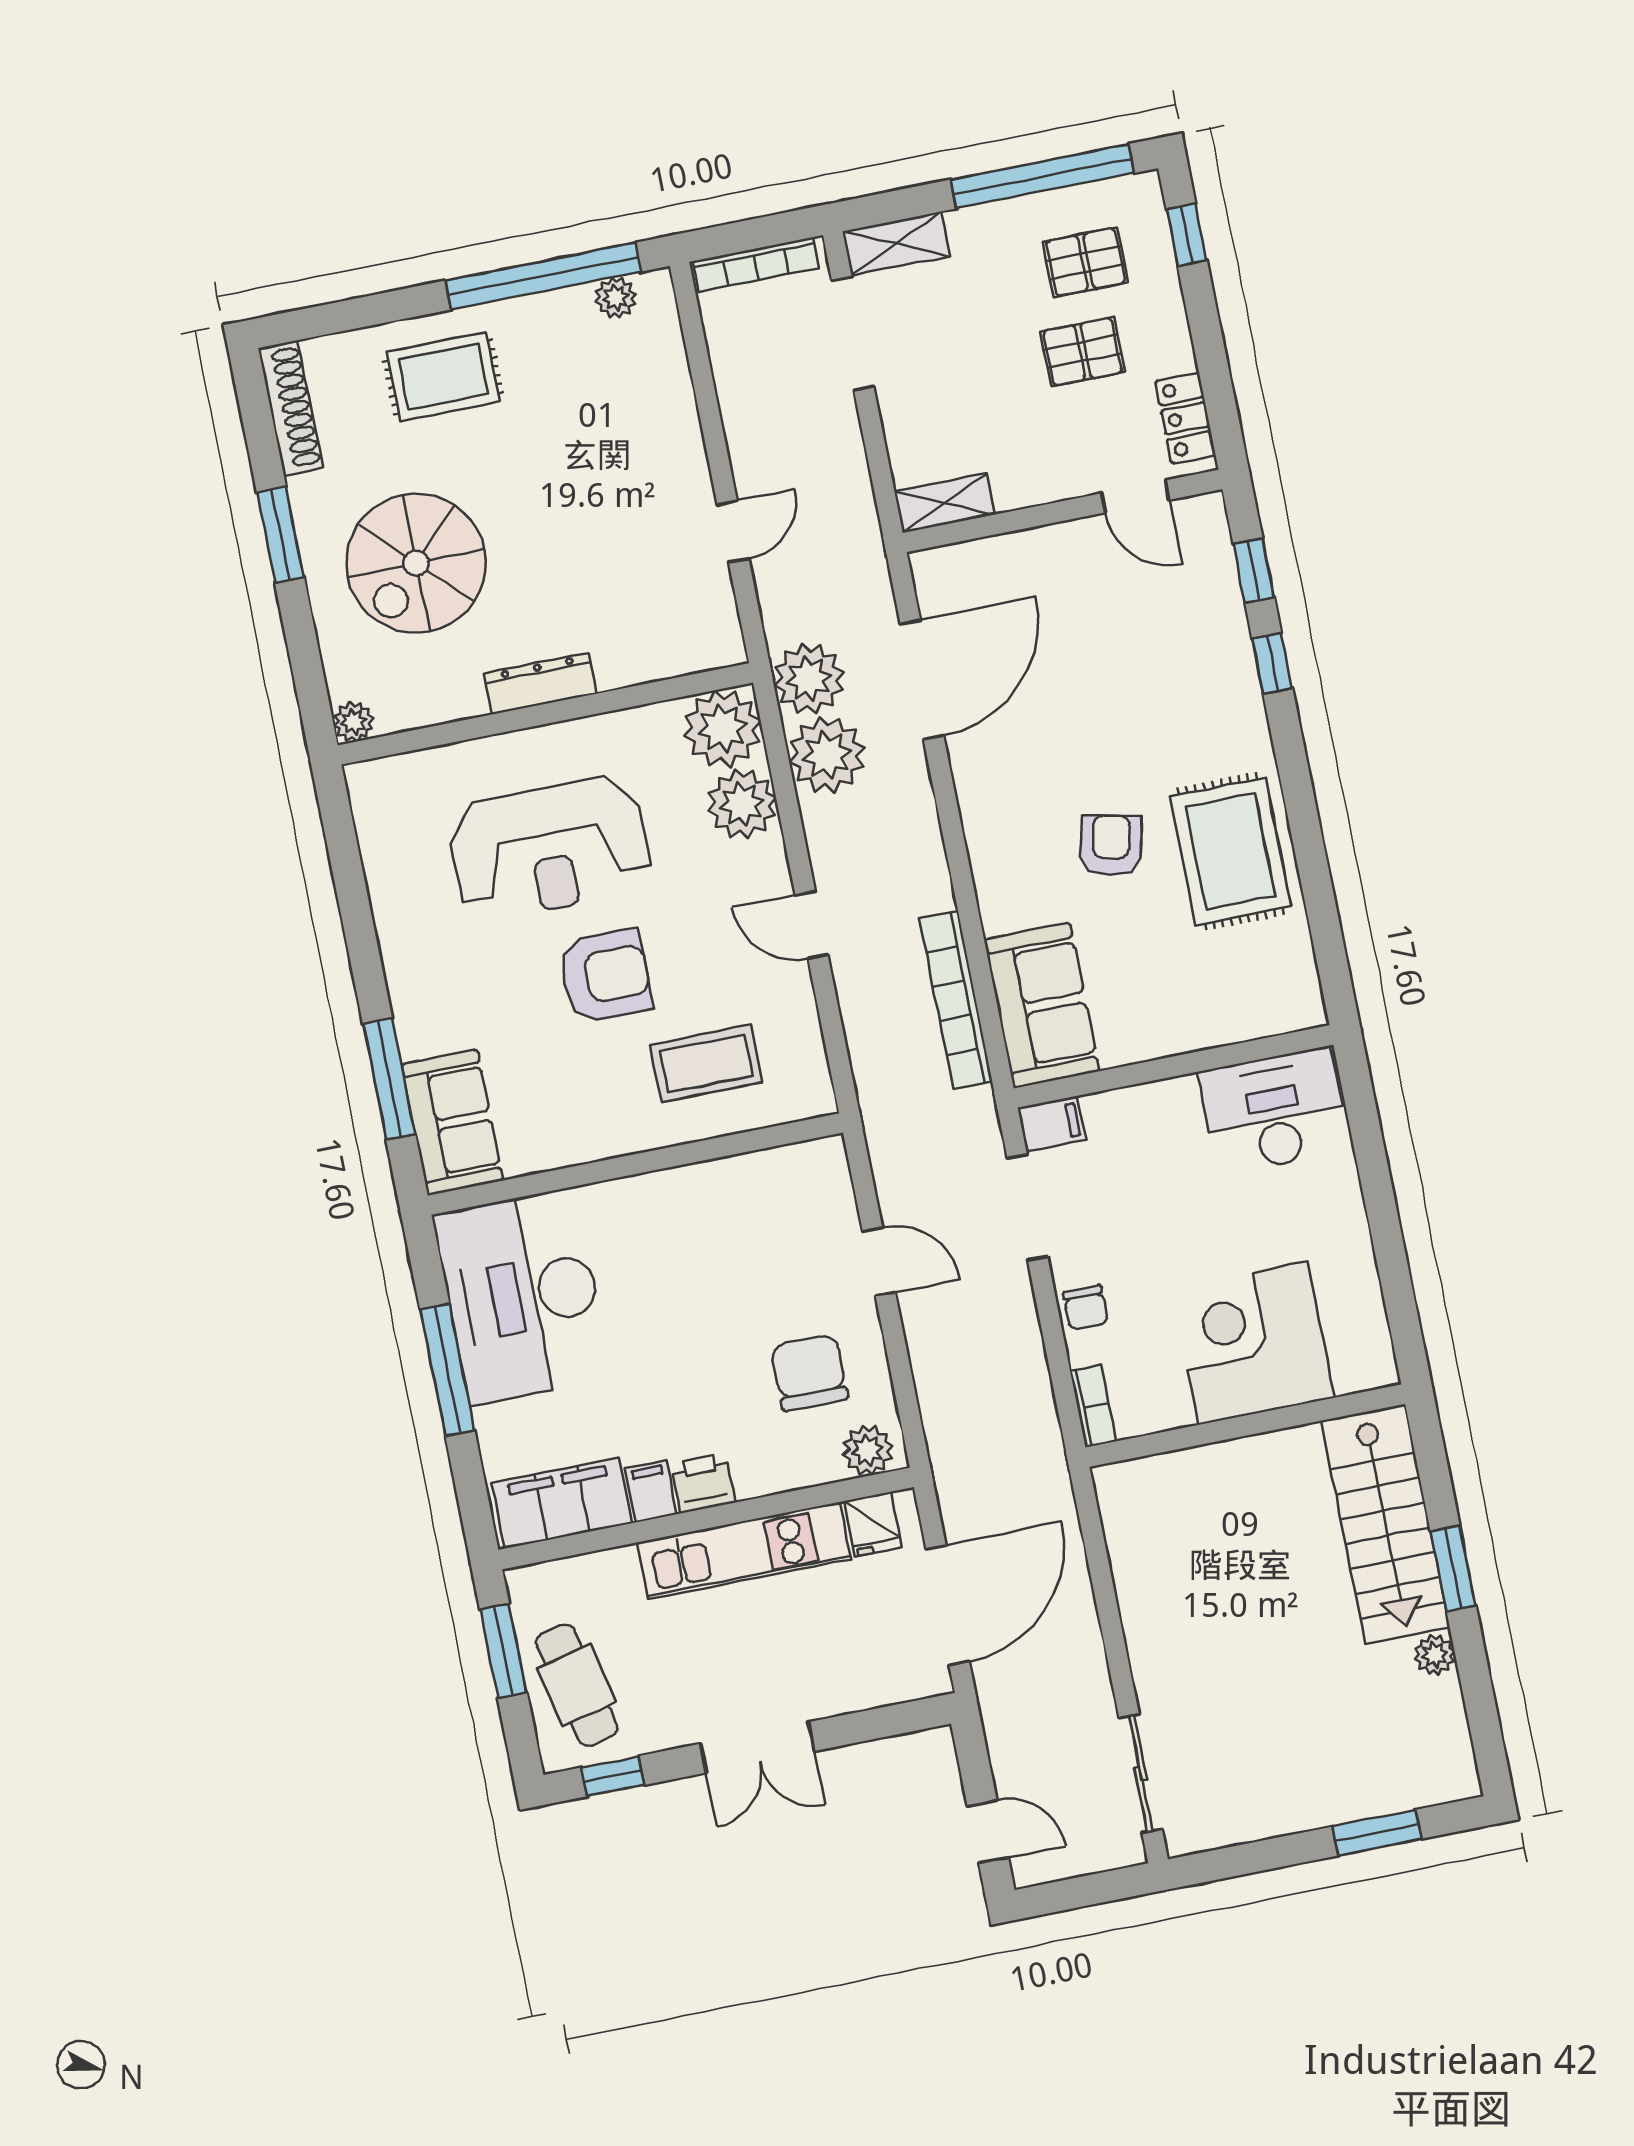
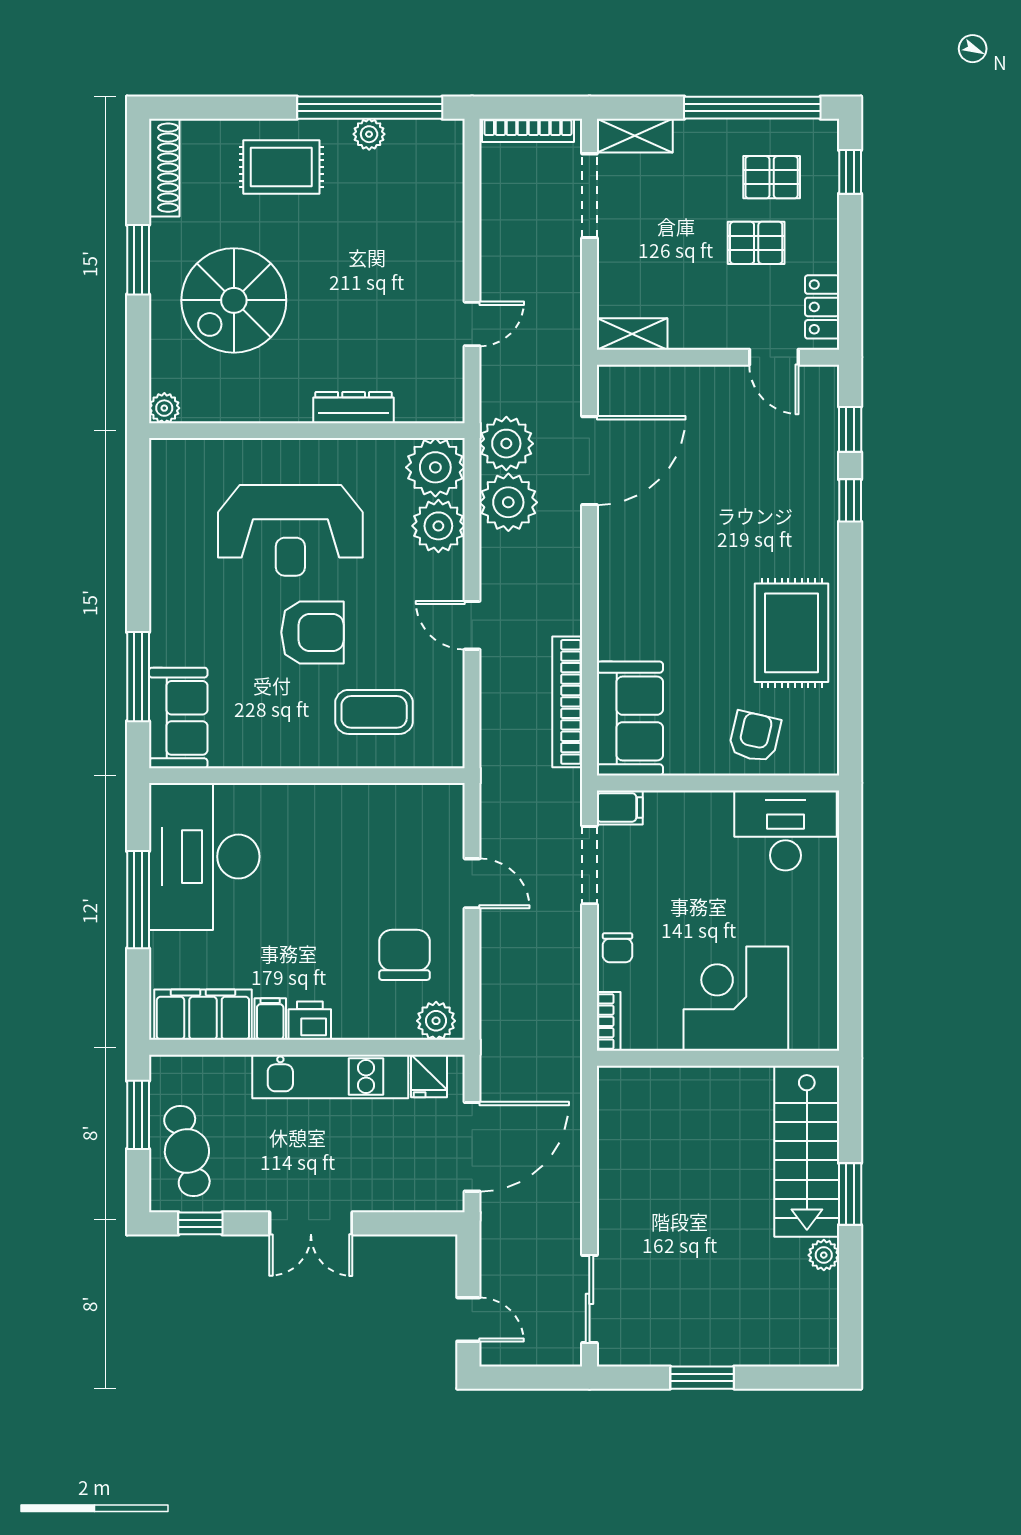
plant: (616, 298) -> (369, 134), moved
dresser: (540, 684) -> (354, 408), moved
armchair: (1111, 845) -> (755, 737), moved
window: (1377, 1833) -> (702, 1378), moved

